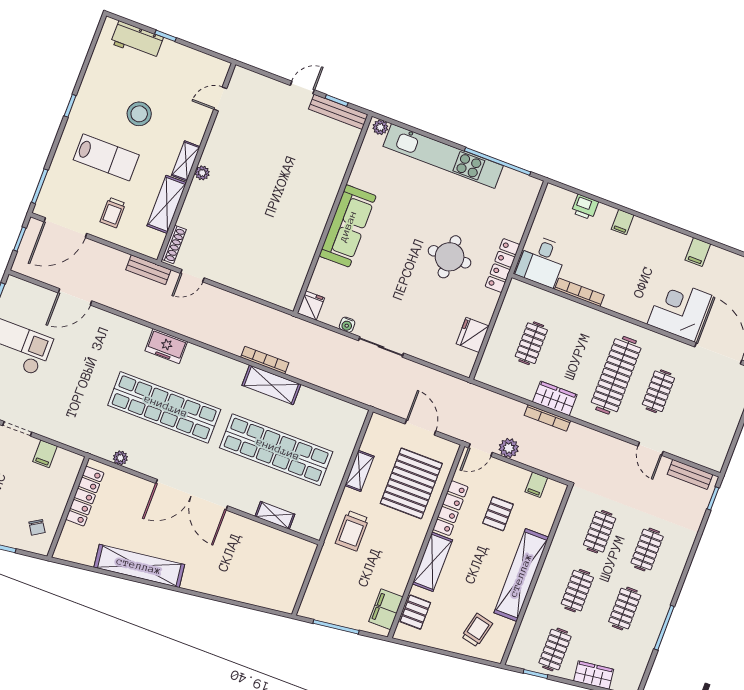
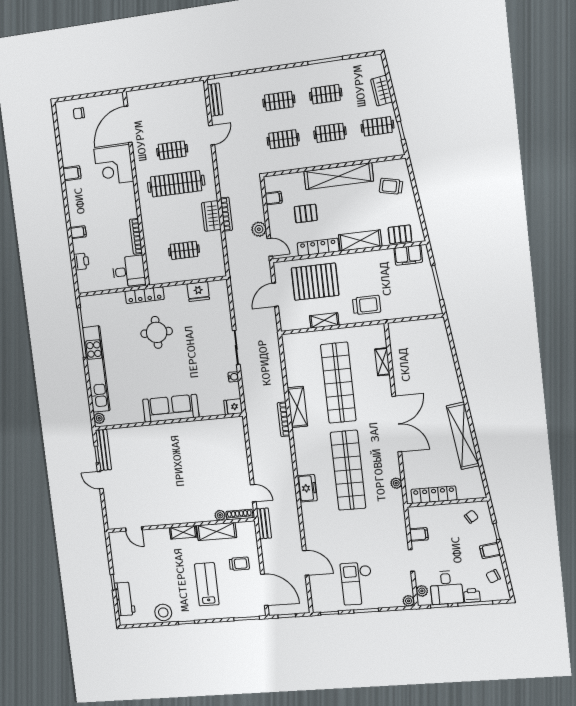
stool: (139, 114) -> (163, 612), moved
plant: (202, 173) -> (220, 515), moved

